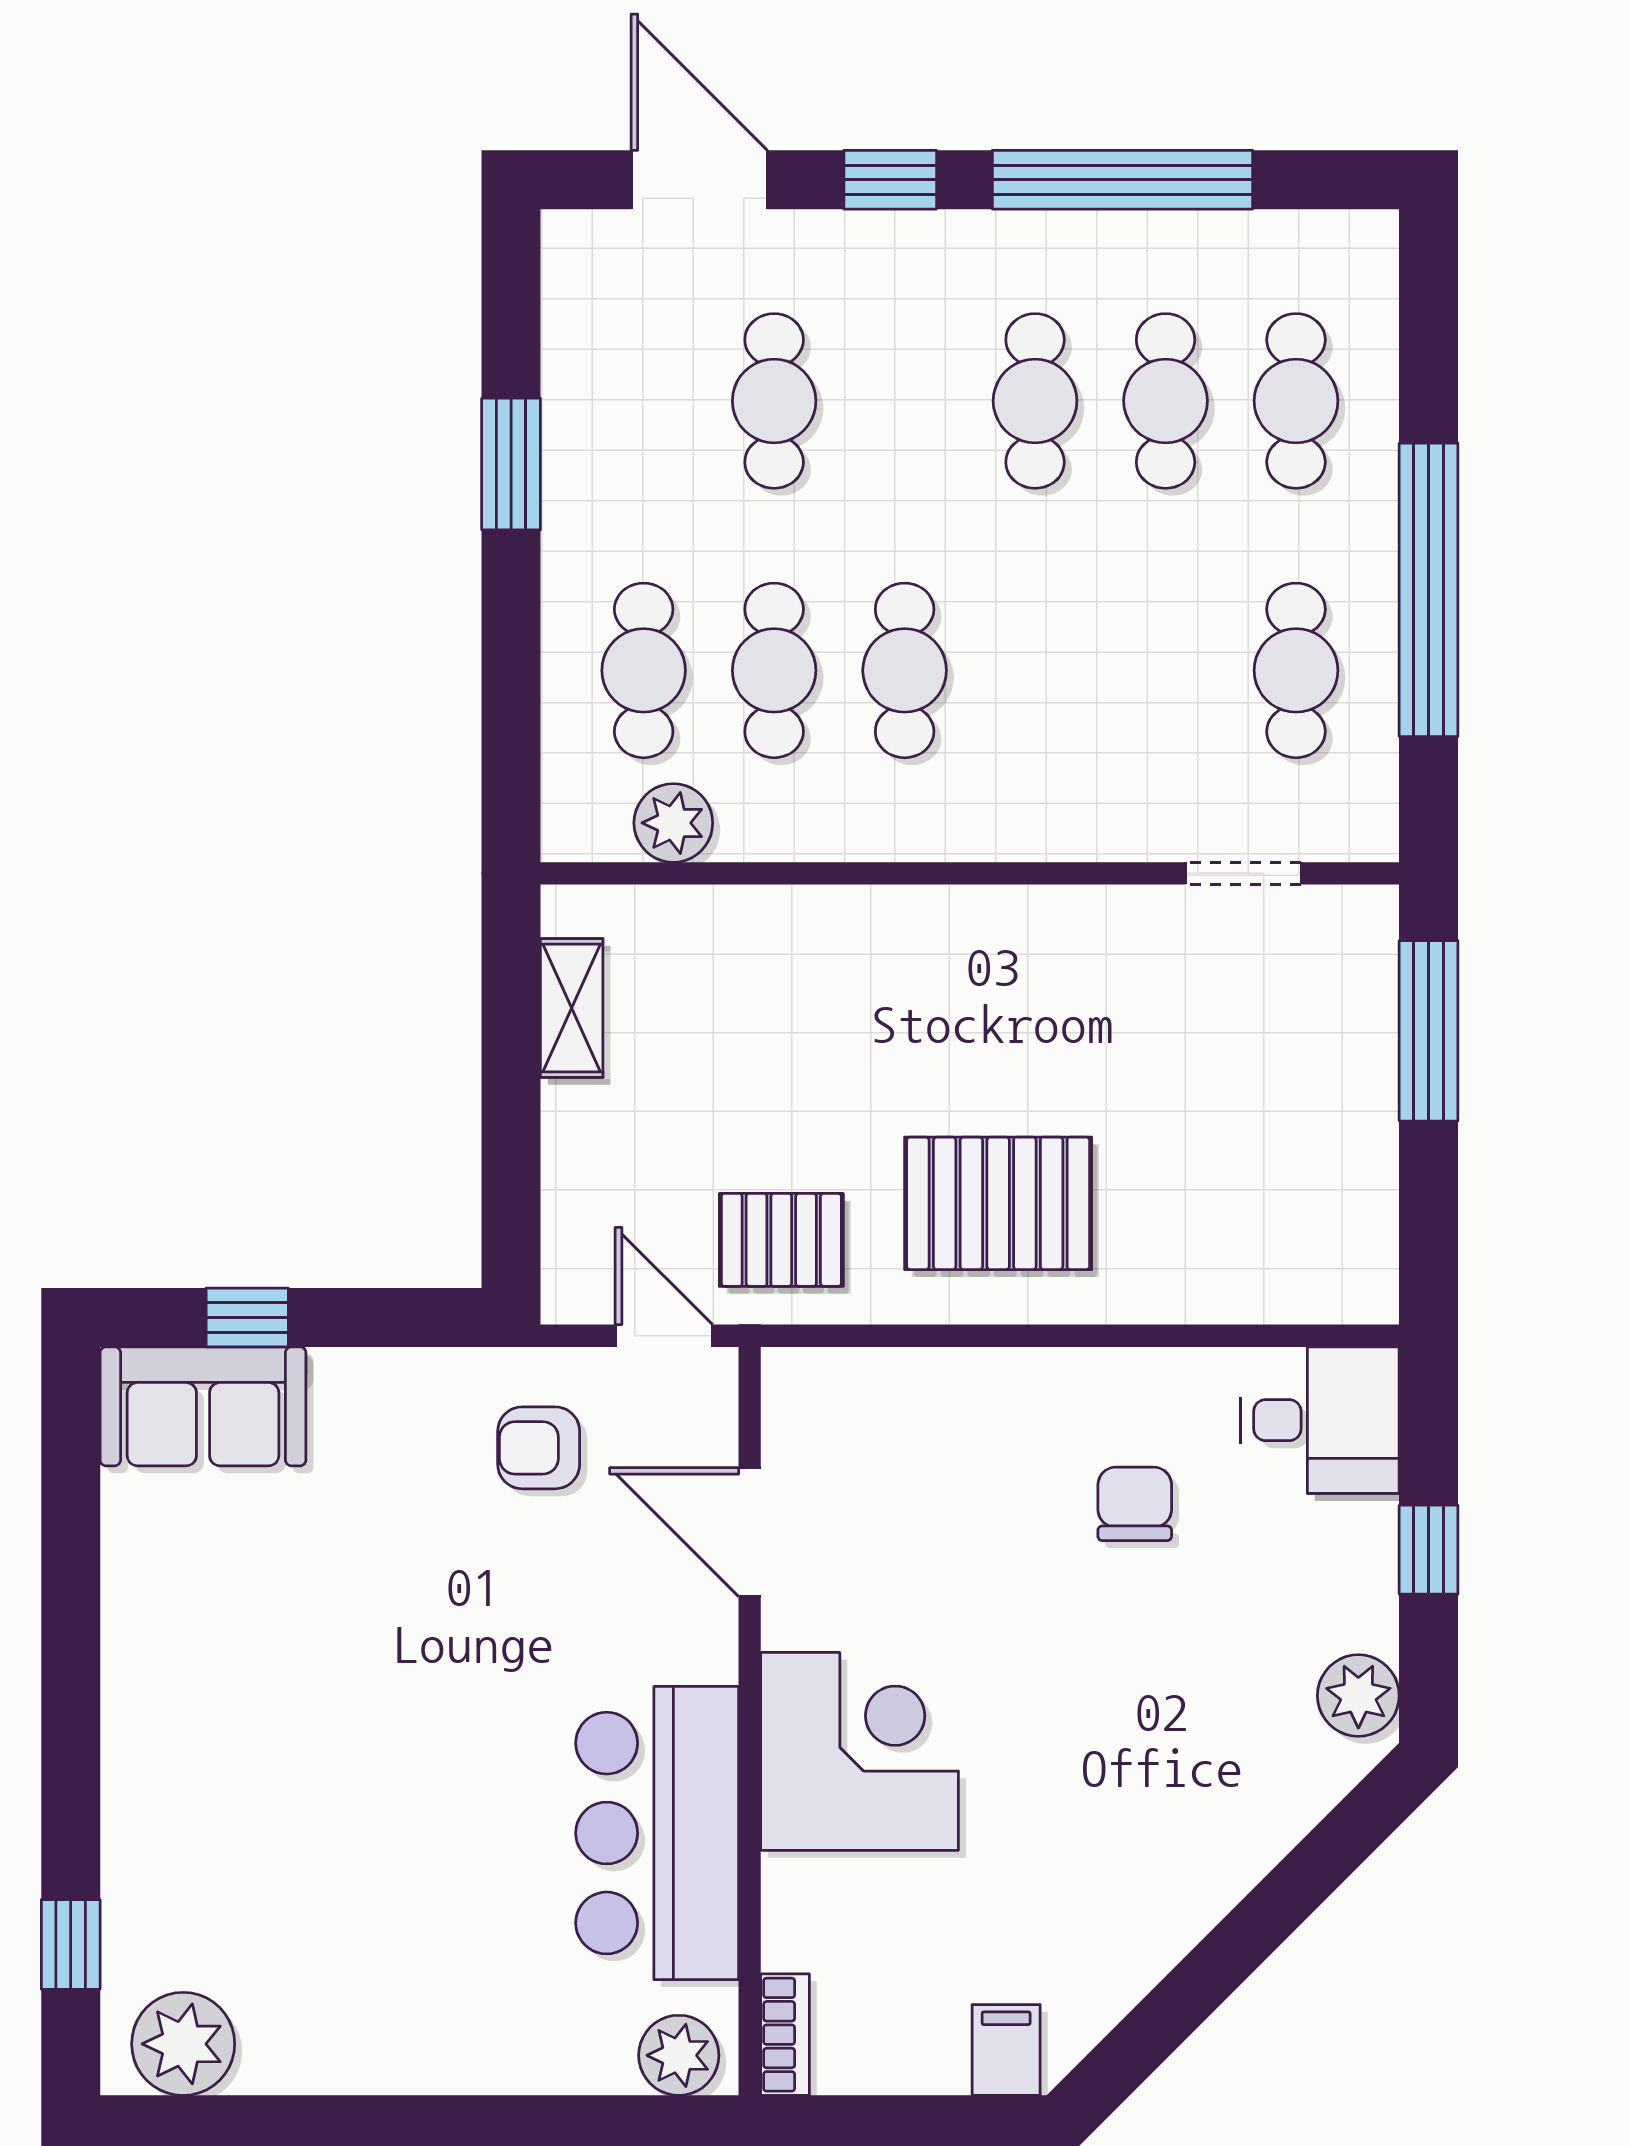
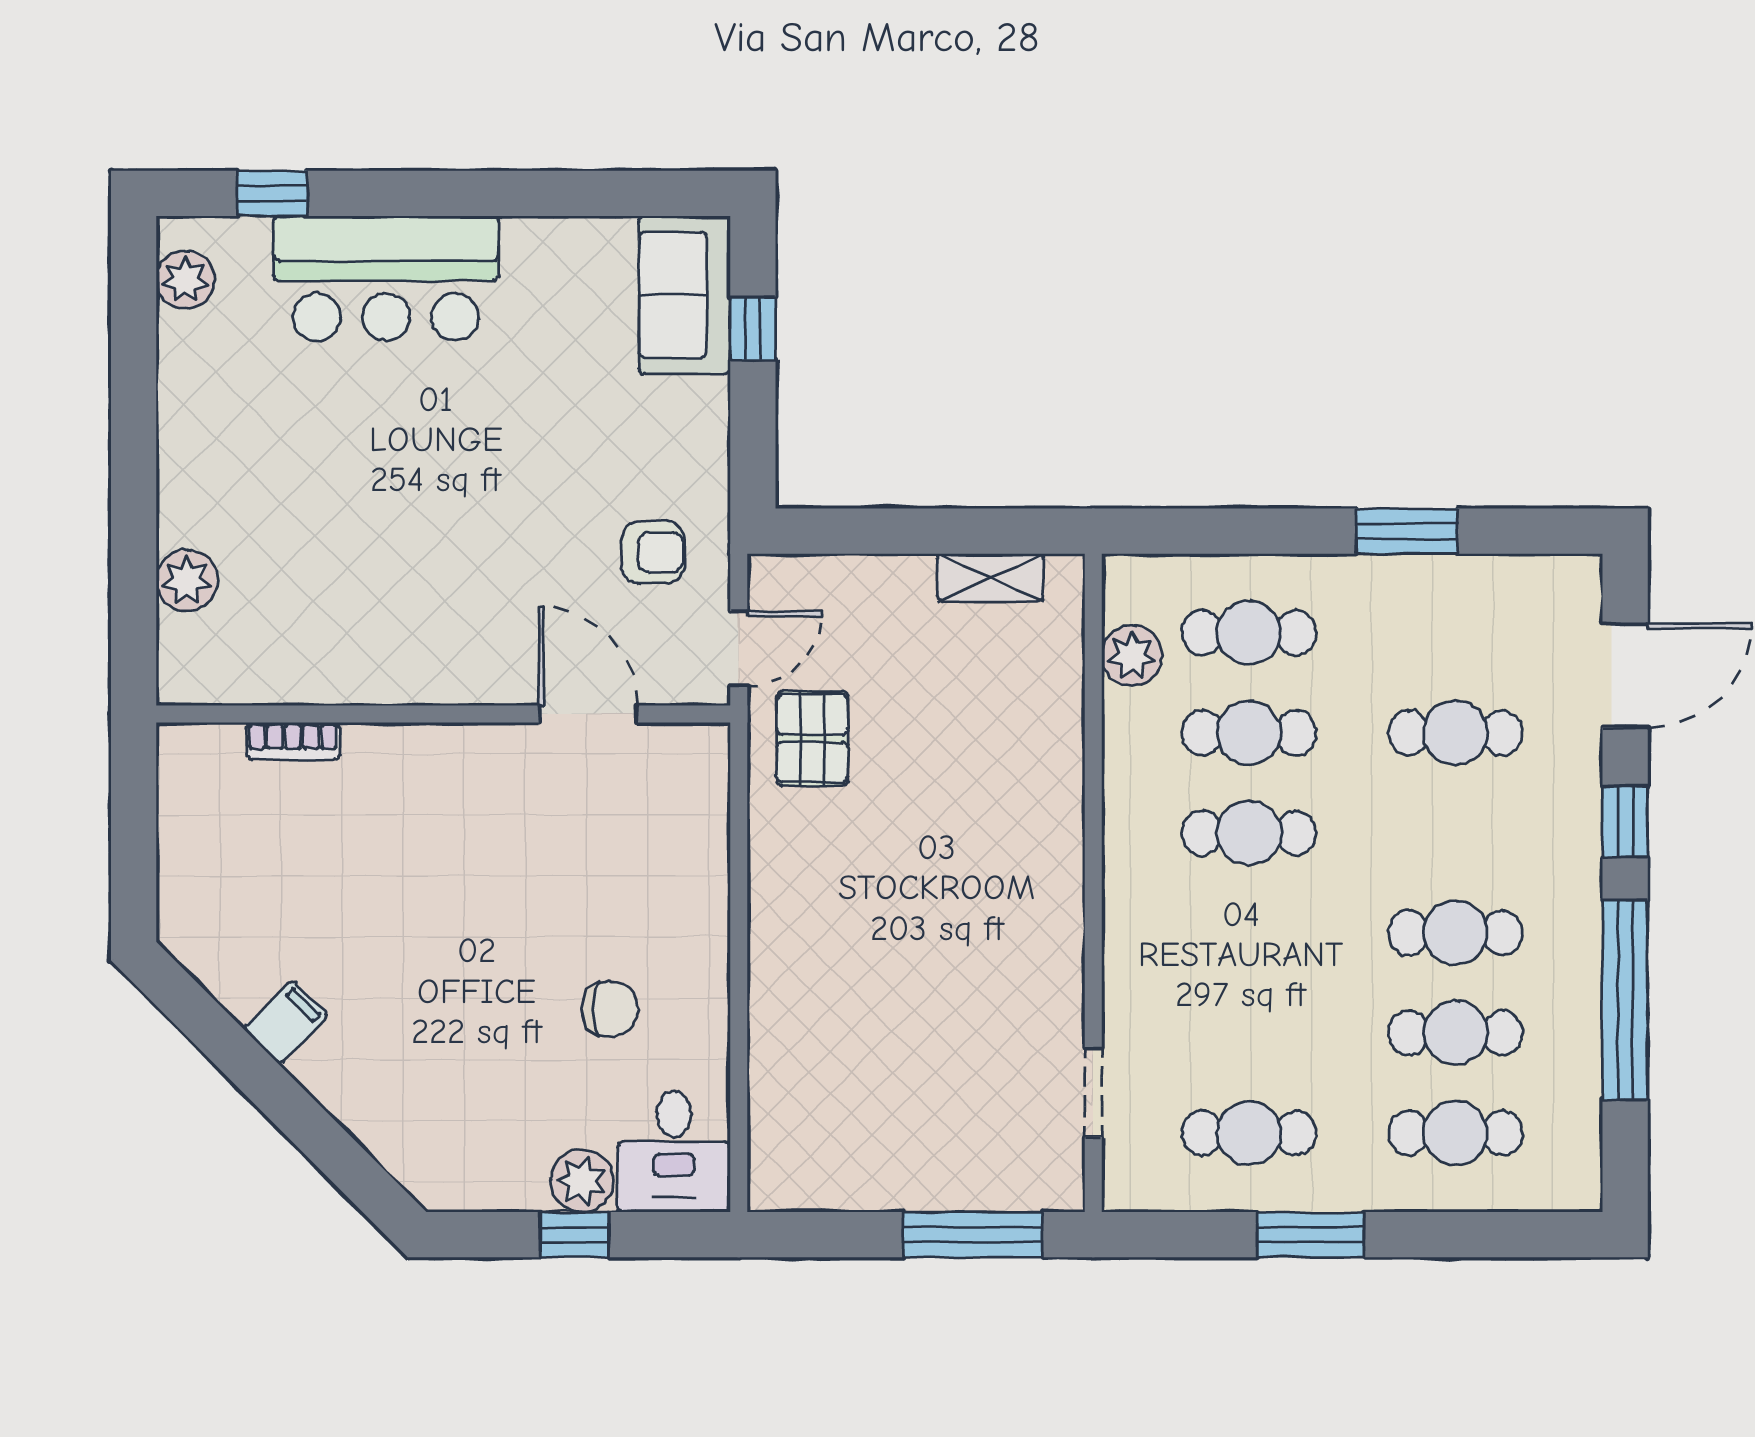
window: (1429, 590) -> (1311, 1235), width x0.47
pallet: (998, 1203) -> (840, 905), removed
armchair: (539, 1448) -> (653, 552), turned 90
door: (750, 1532) -> (588, 714), hinge flipped
plant: (1358, 1696) -> (582, 1181), moved
corner desk: (860, 1751) -> (420, 798), removed
bar counter: (657, 1833) -> (386, 278), moved, turned 180
bookcase: (785, 2035) -> (293, 741), moved
plant: (183, 2044) -> (185, 280), width x0.73, depth x0.73
filing cabinet: (1006, 2050) -> (286, 1022), moved, turned -45
plant: (679, 2055) -> (187, 581), moved

